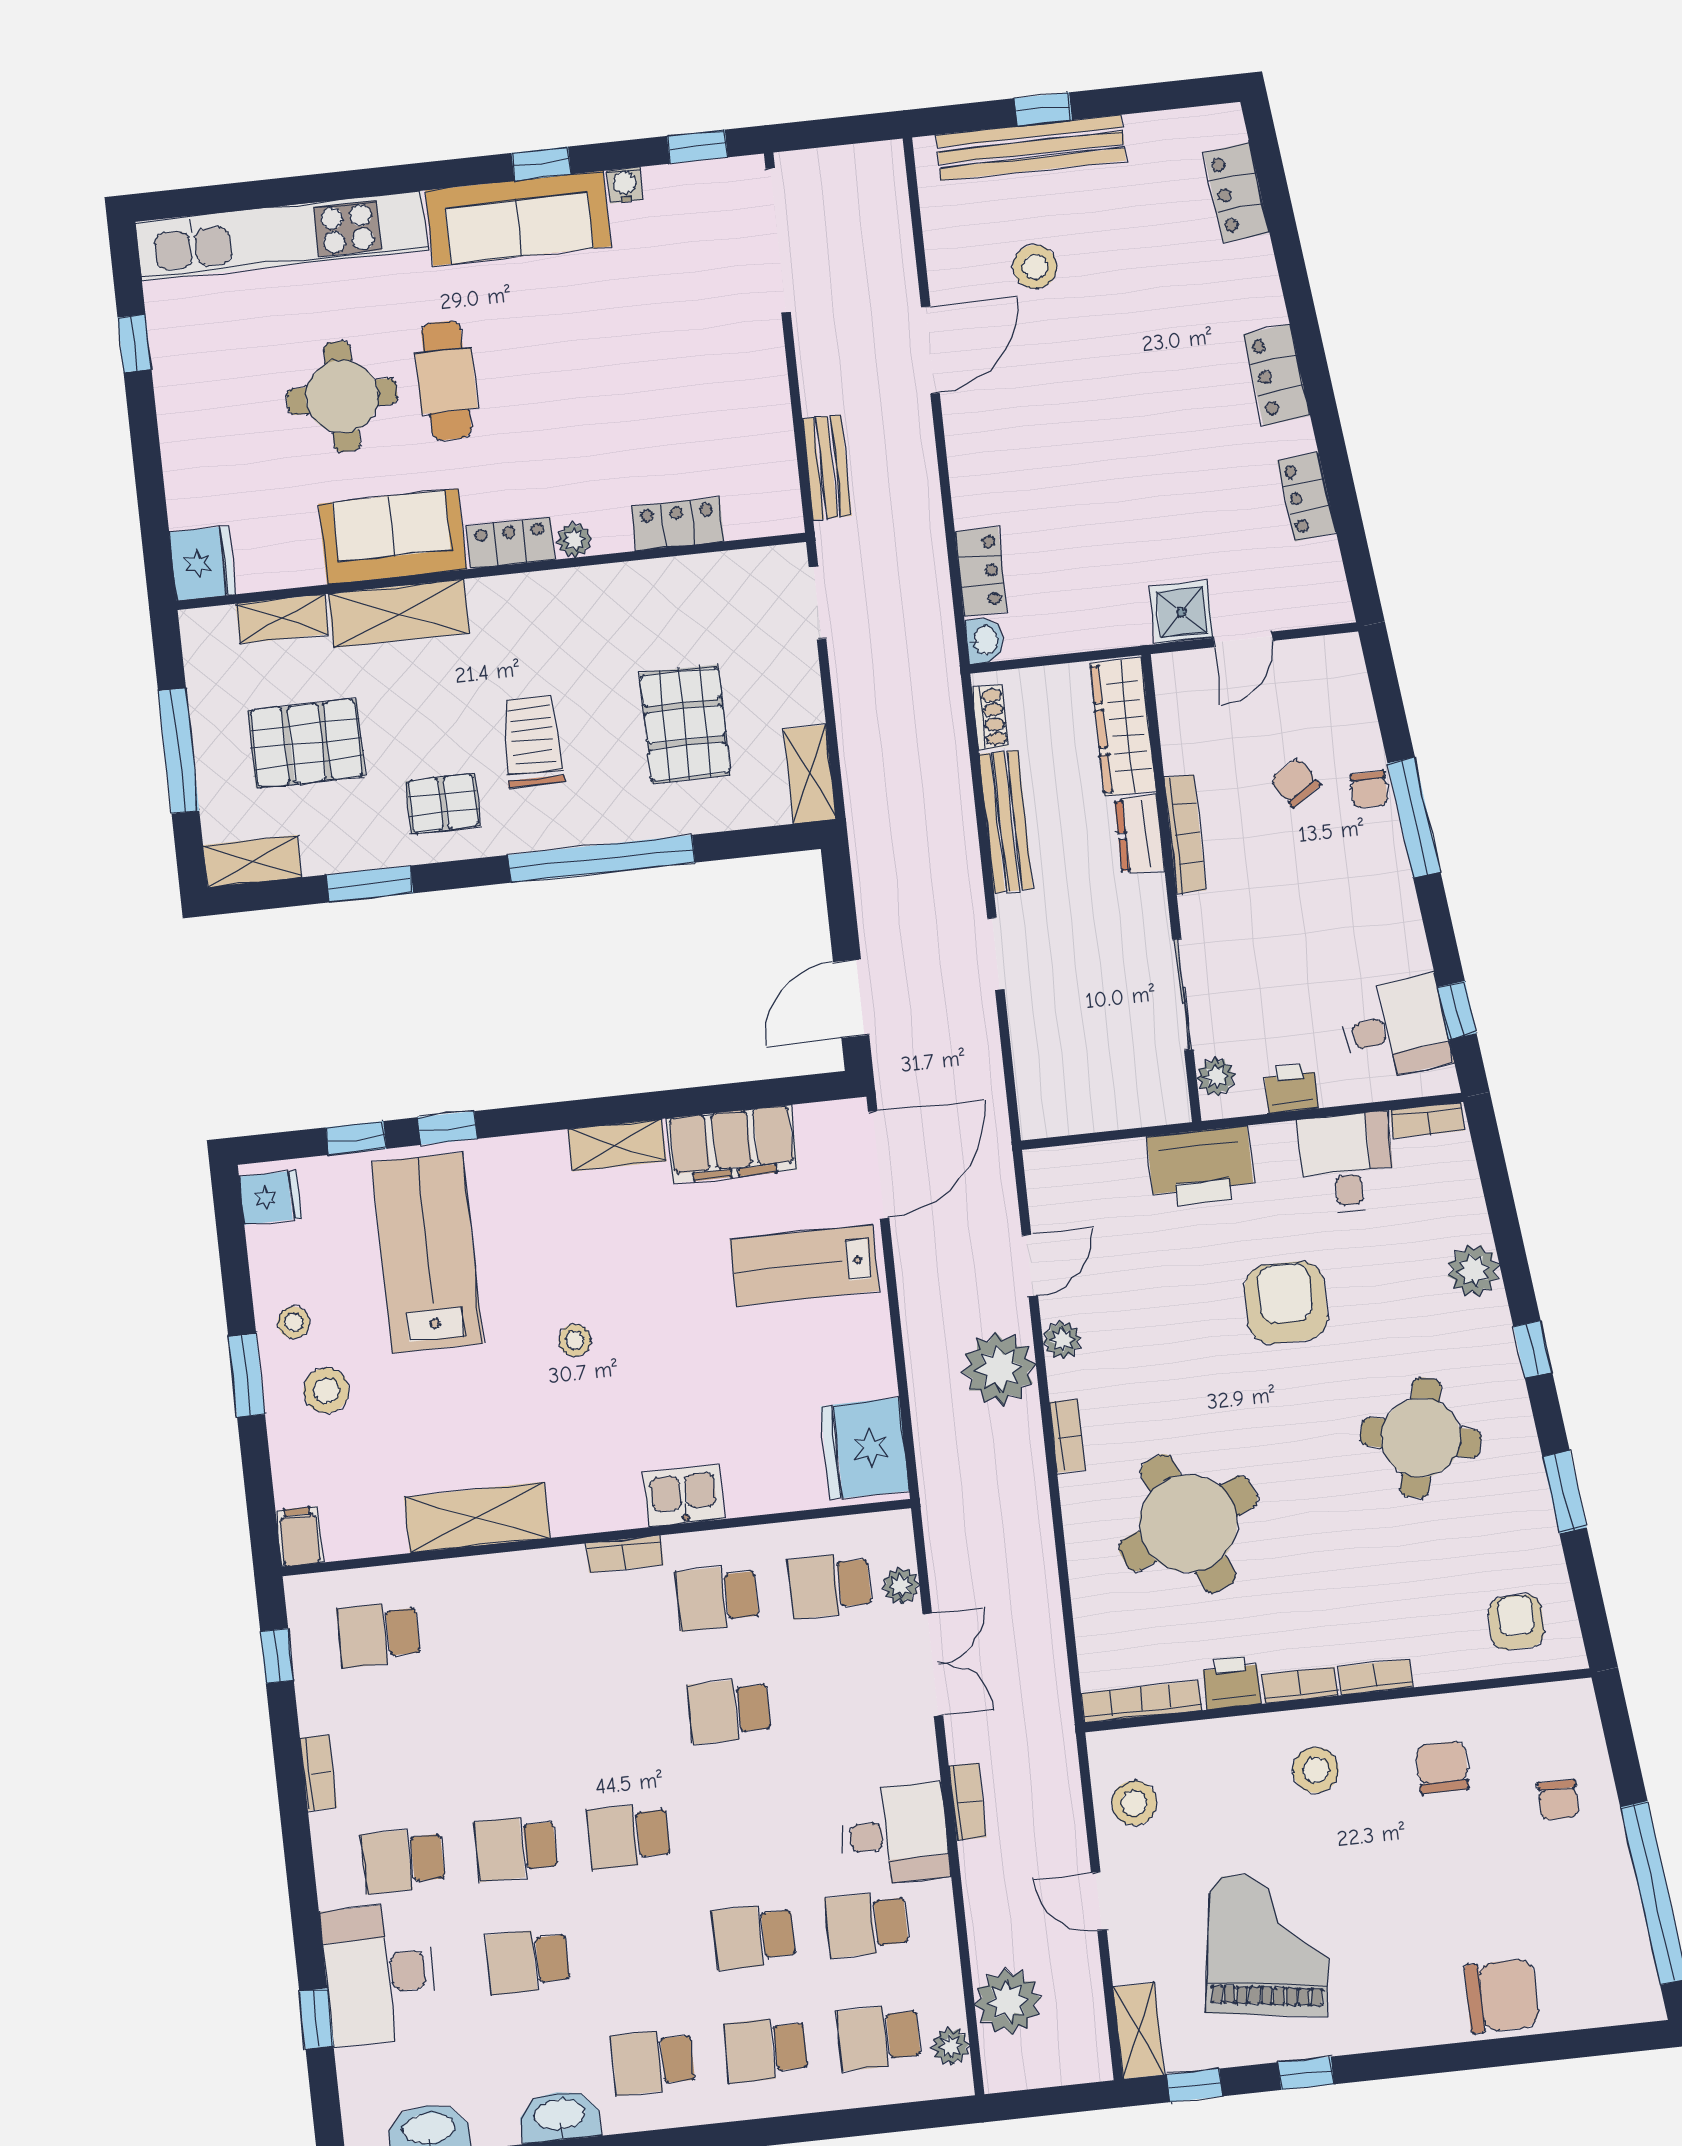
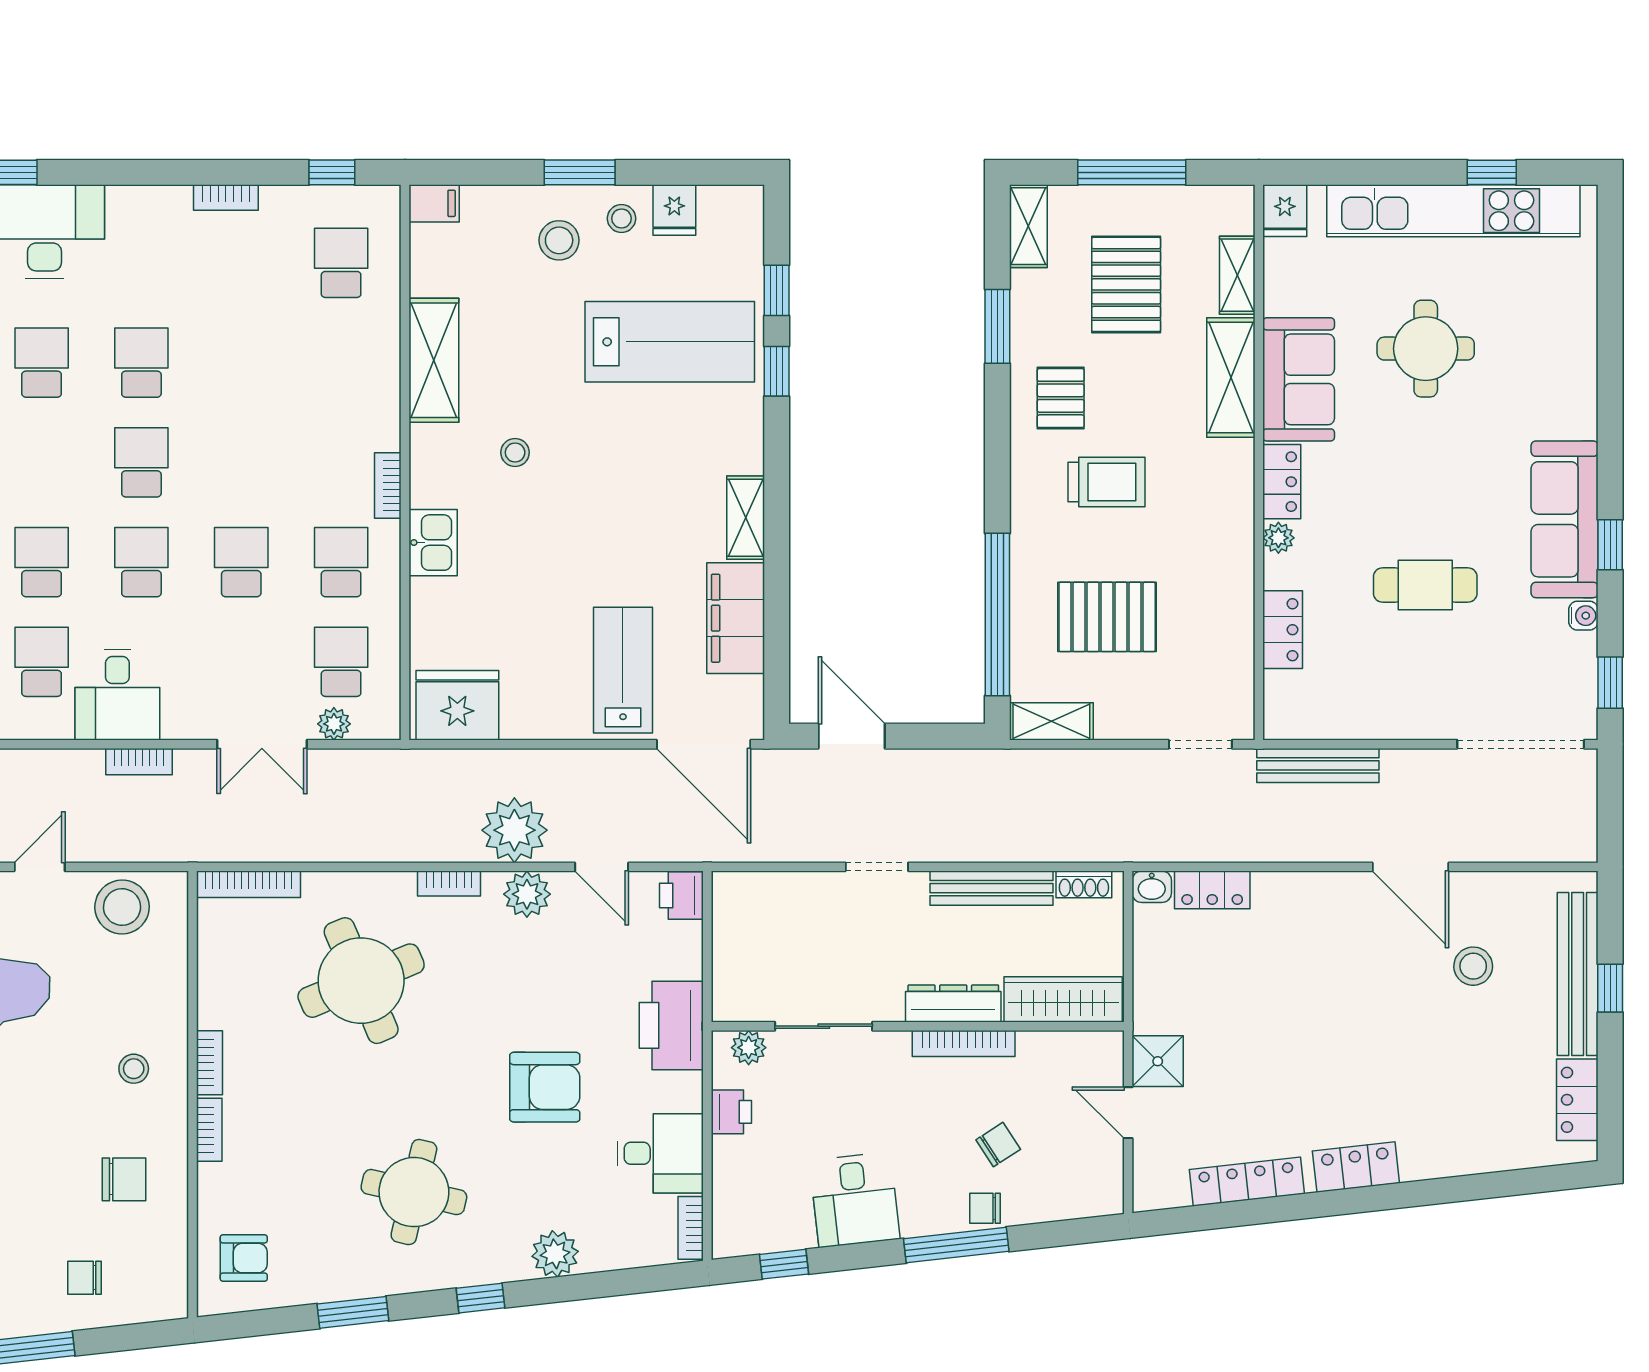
locker: (1236, 193) -> (1577, 1100), moved, turned -84
kitchen unit: (282, 236) -> (1453, 211), moved, turned -90
cafe table: (446, 381) -> (1425, 585), moved
bench: (827, 467) -> (1318, 765), width x1.36
locker: (1307, 496) -> (1247, 1182), width x1.53
fridge: (202, 563) -> (1285, 211), width x0.72
dresser: (1139, 834) -> (953, 1003), width x1.44
window: (601, 859) -> (997, 614), moved
desk: (1395, 1028) -> (855, 1200), moved
fridge: (270, 1198) -> (674, 210), moved
stool: (575, 1340) -> (515, 452), moved
plant: (1062, 1340) -> (527, 894), width x1.38, depth x1.38
printer: (1232, 1682) -> (681, 895), moved, turned 180
bookcase: (1141, 1702) -> (248, 884), moved, turned 90
stool: (1316, 1770) -> (134, 1069), width x0.73, depth x0.73
stool: (1134, 1803) -> (122, 907), width x1.38, depth x1.38
school desk: (403, 1860) -> (141, 562), moved

